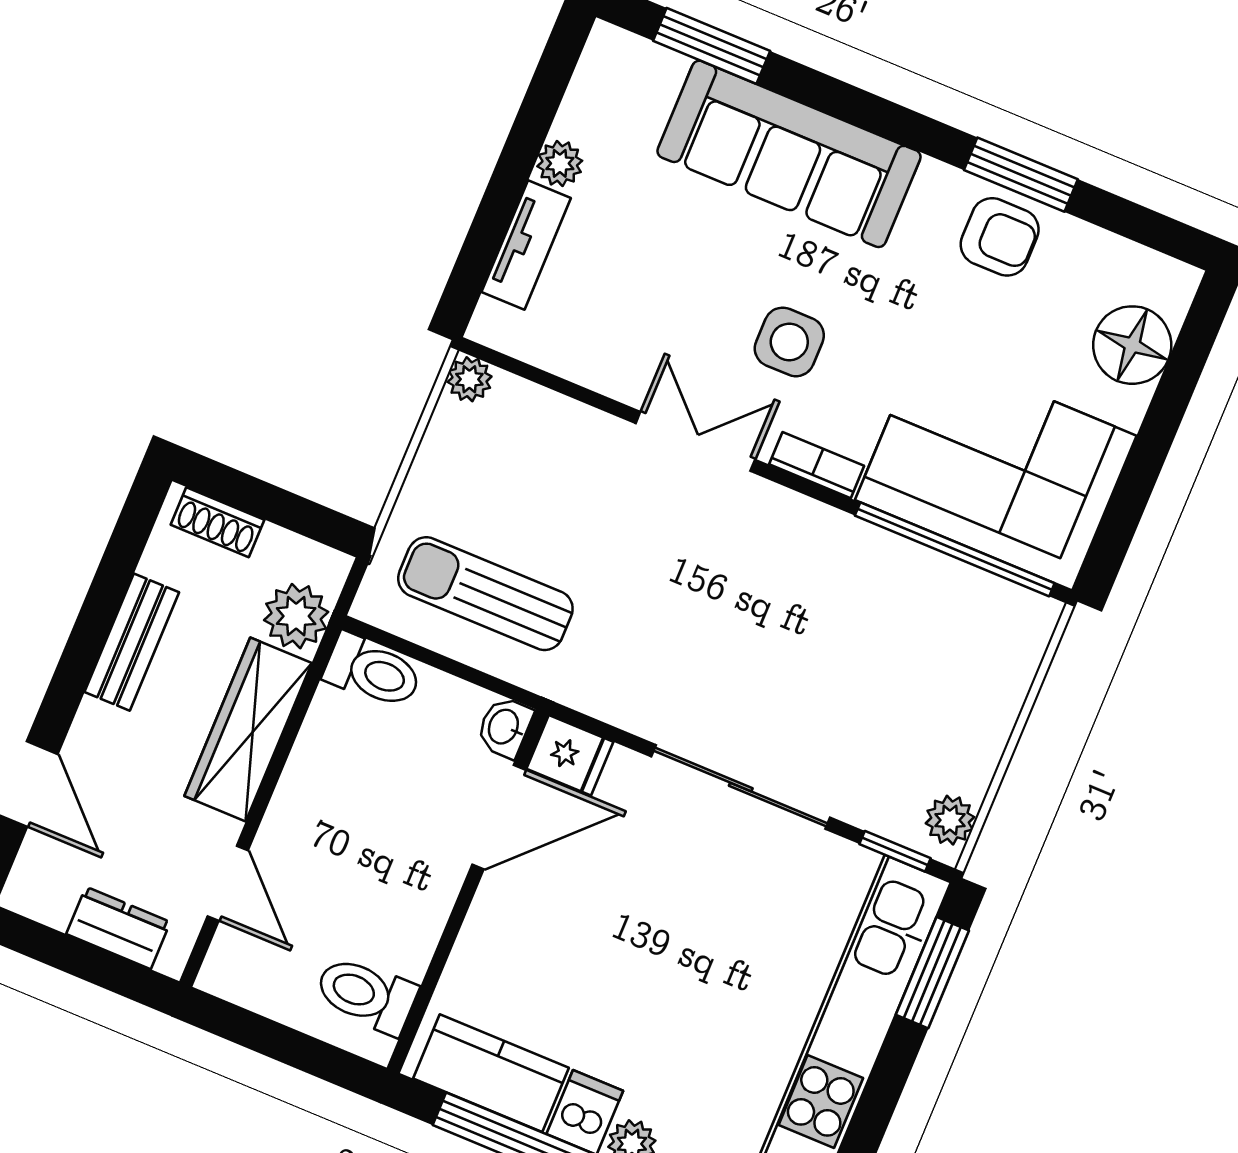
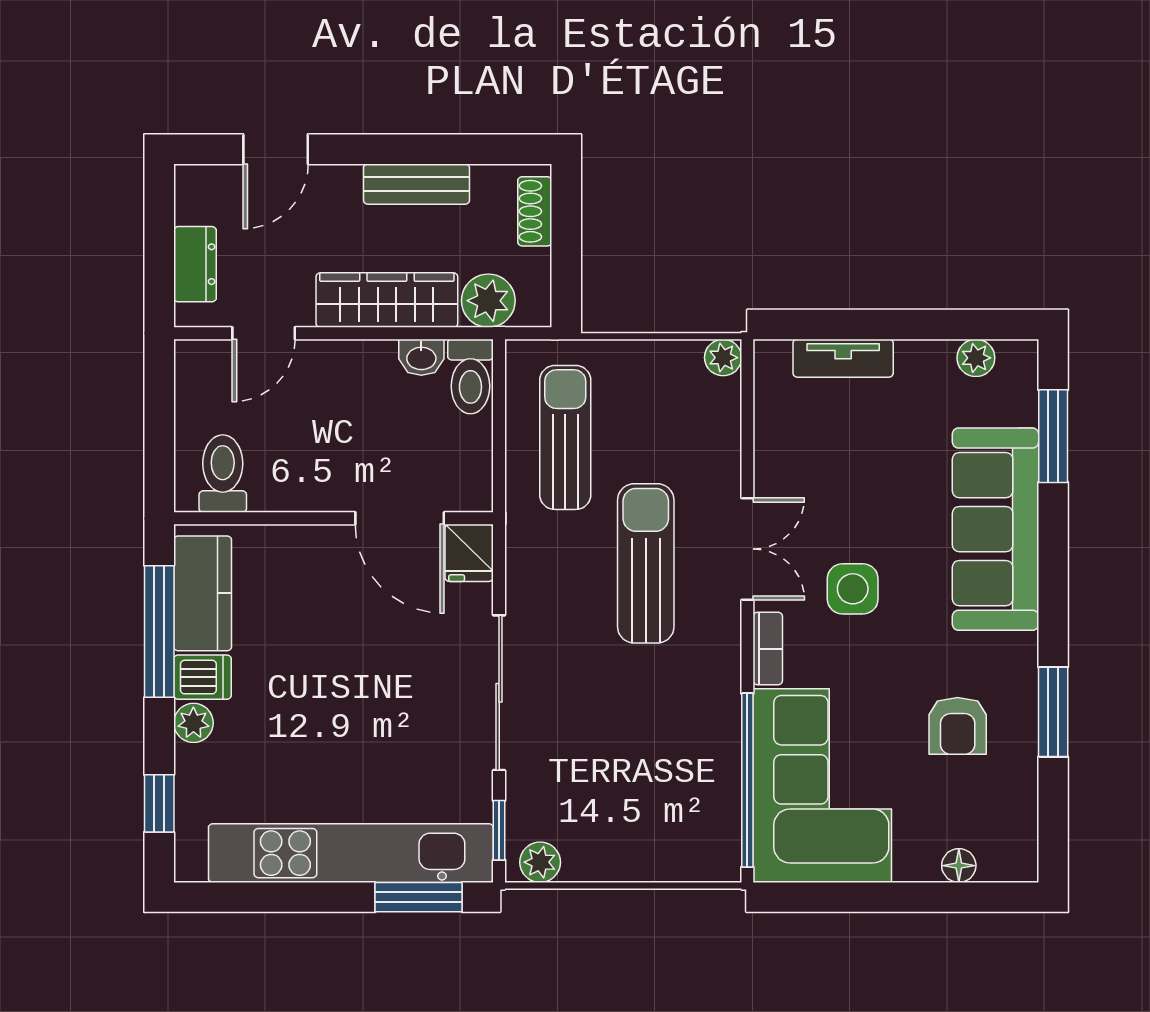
plant: (560, 163) -> (976, 358), moved
armchair: (1000, 237) -> (958, 726), moved
floor lamp: (1132, 345) -> (959, 866), width x0.53, depth x0.53
sun lounger: (664, 562) -> (646, 563), added
washbasin: (505, 727) -> (421, 357), moved, turned 180

